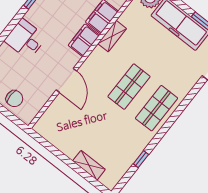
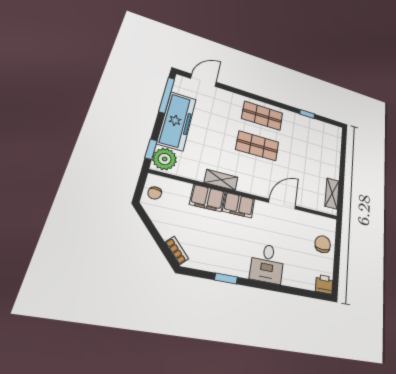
shelving: (89, 165) -> (332, 193), moved

